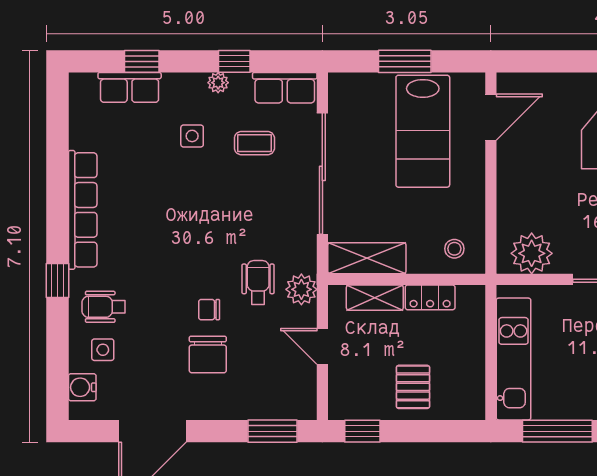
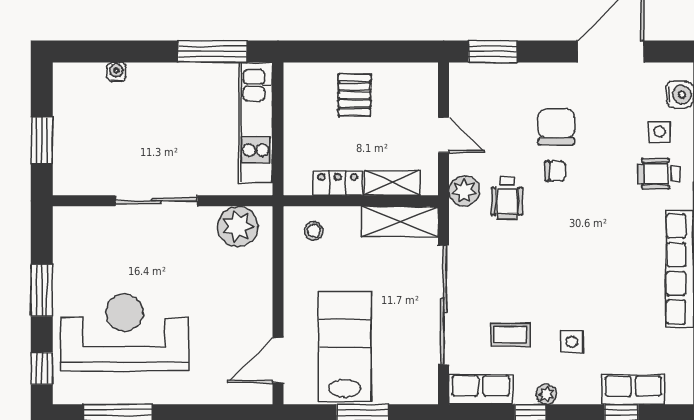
wheelchair: (104, 307) -> (659, 174), turned 180
window: (362, 431) -> (404, 52), removed

